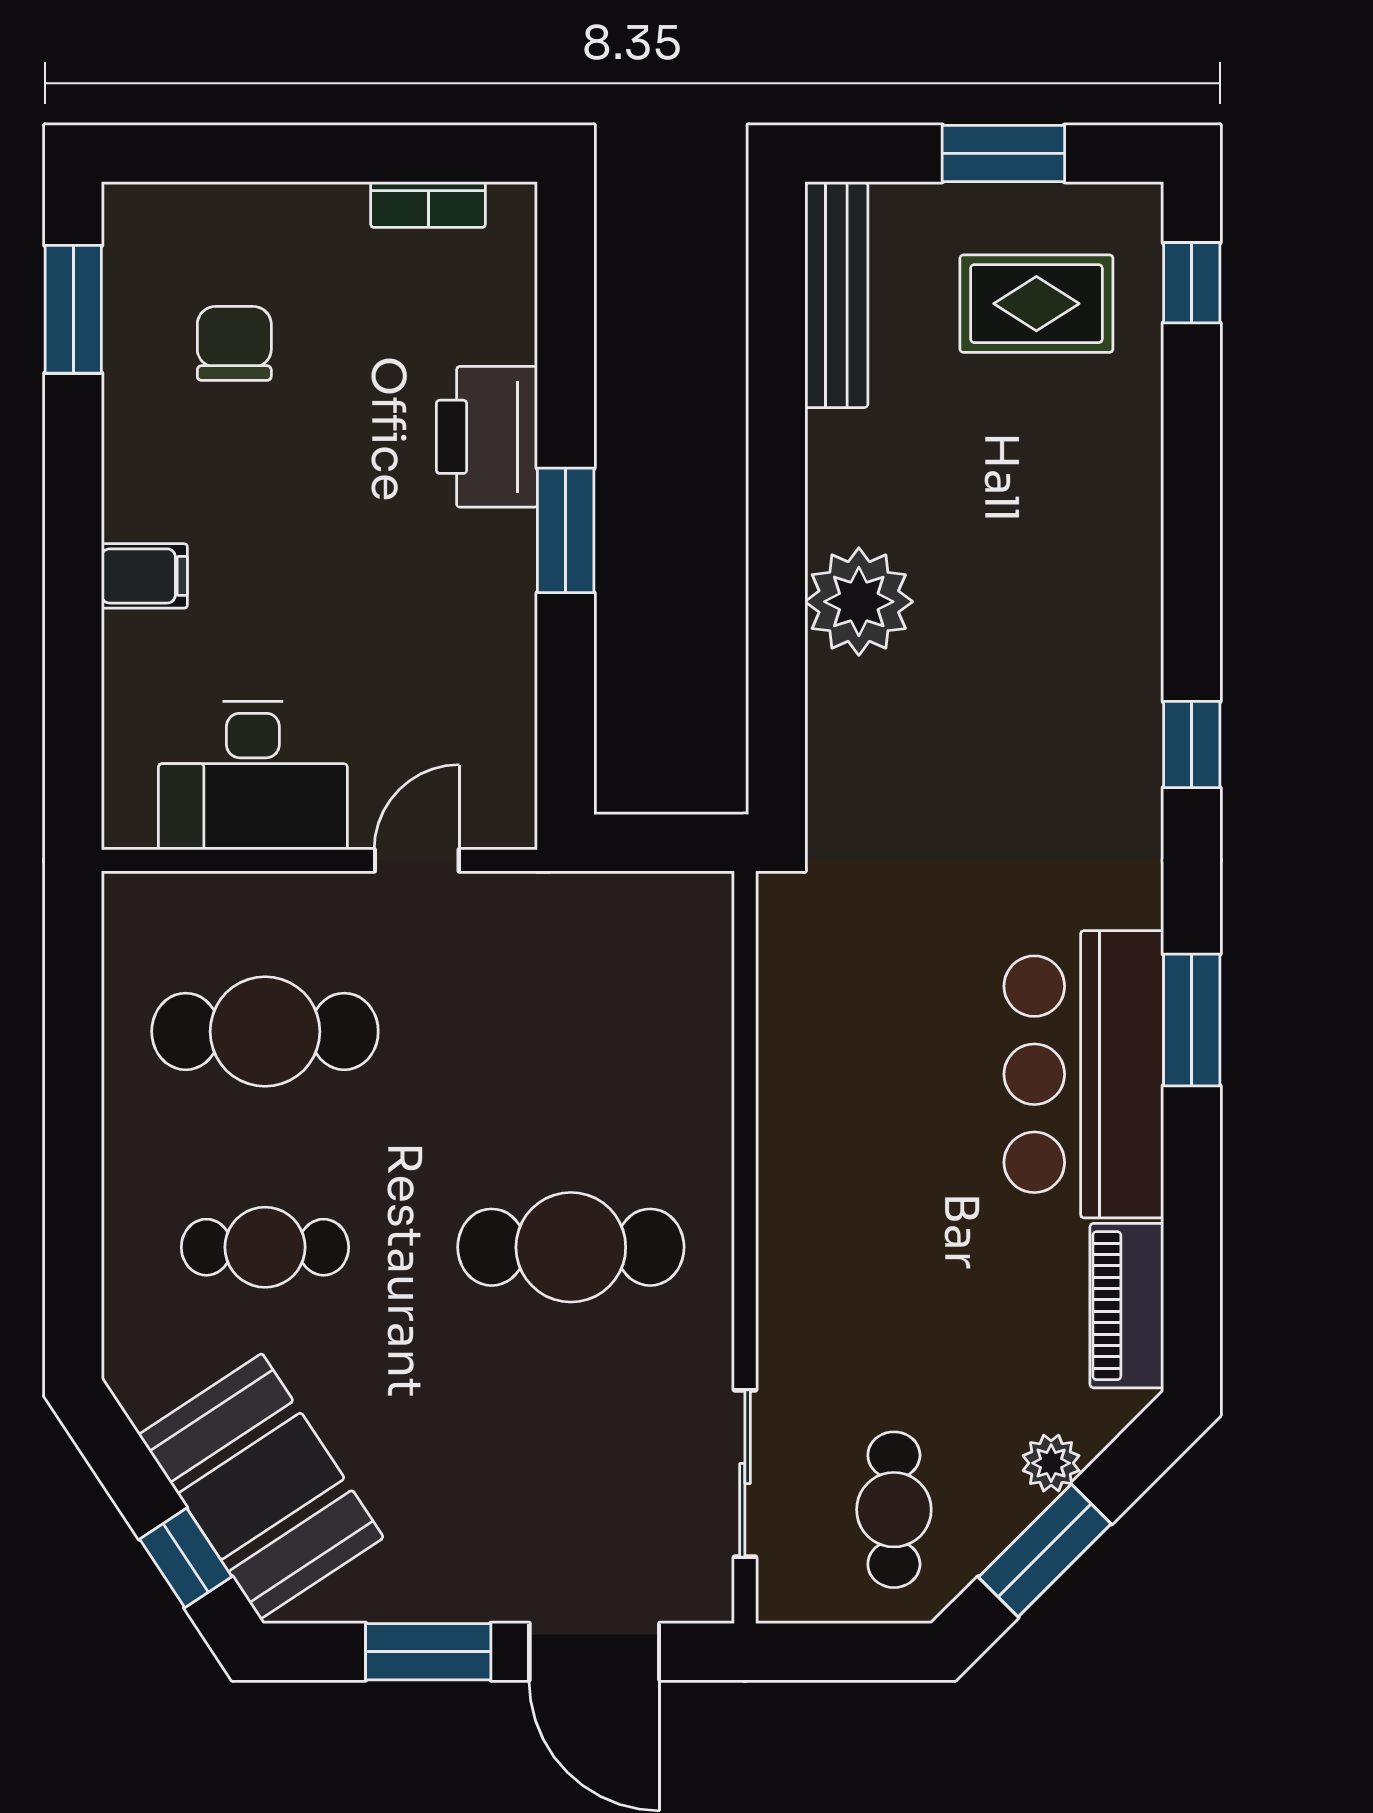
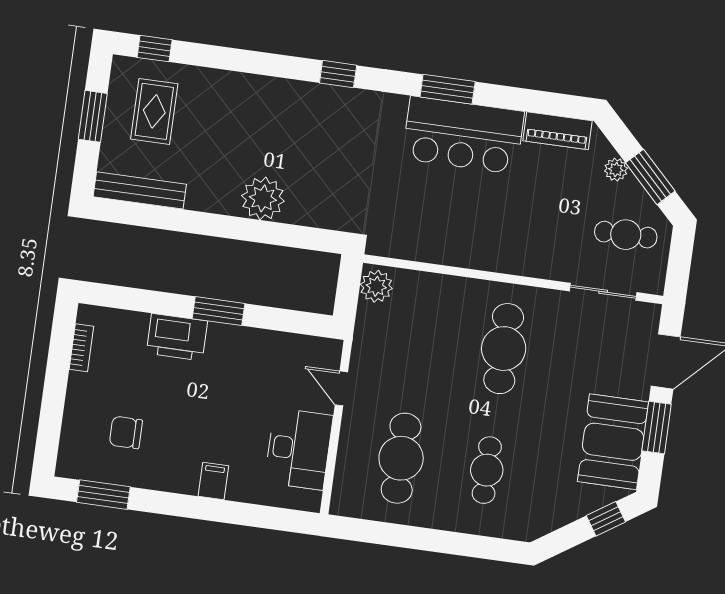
plant: (681, 911) -> (376, 286), added
booth: (261, 1486) -> (613, 442), moved, turned -57

